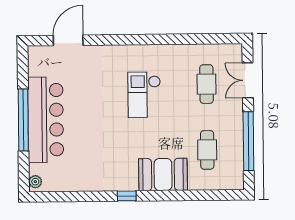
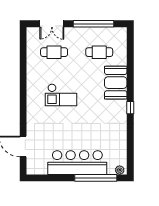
window: (23, 120) -> (96, 178), moved

